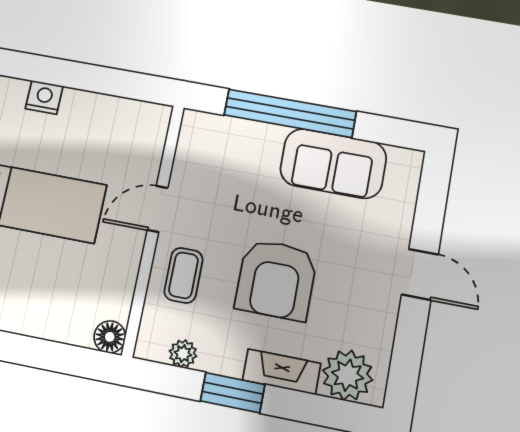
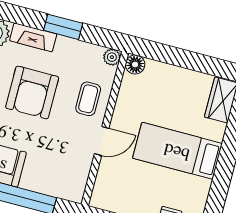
armchair: (276, 280) -> (32, 92), turned 180
plant: (183, 354) -> (112, 57), moved

